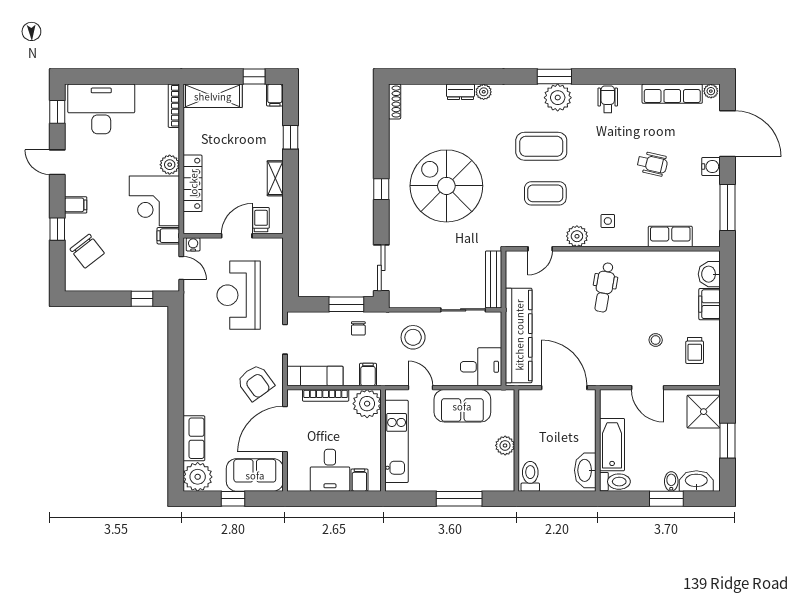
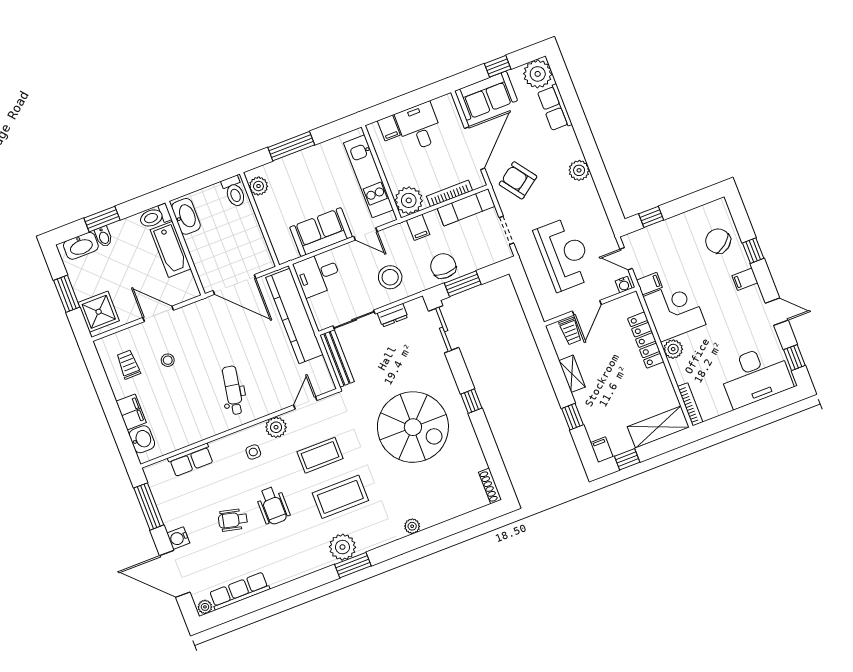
dresser: (460, 92) -> (393, 315), moved, turned 180
wheelchair: (608, 99) -> (273, 506), moved, width x1.36, depth x1.37
chair: (358, 328) -> (443, 266), width x1.87, depth x1.87
plant: (194, 370) -> (579, 170), added
plant: (505, 445) -> (258, 186), moved

